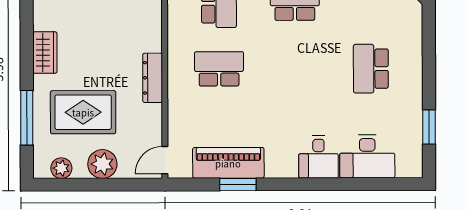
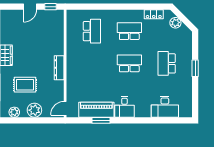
school desk: (219, 69) -> (129, 63), moved
rug: (83, 112) -> (25, 85), width x0.73, depth x0.70
window: (429, 127) -> (195, 68), moved
desk: (318, 157) -> (124, 107), moved

